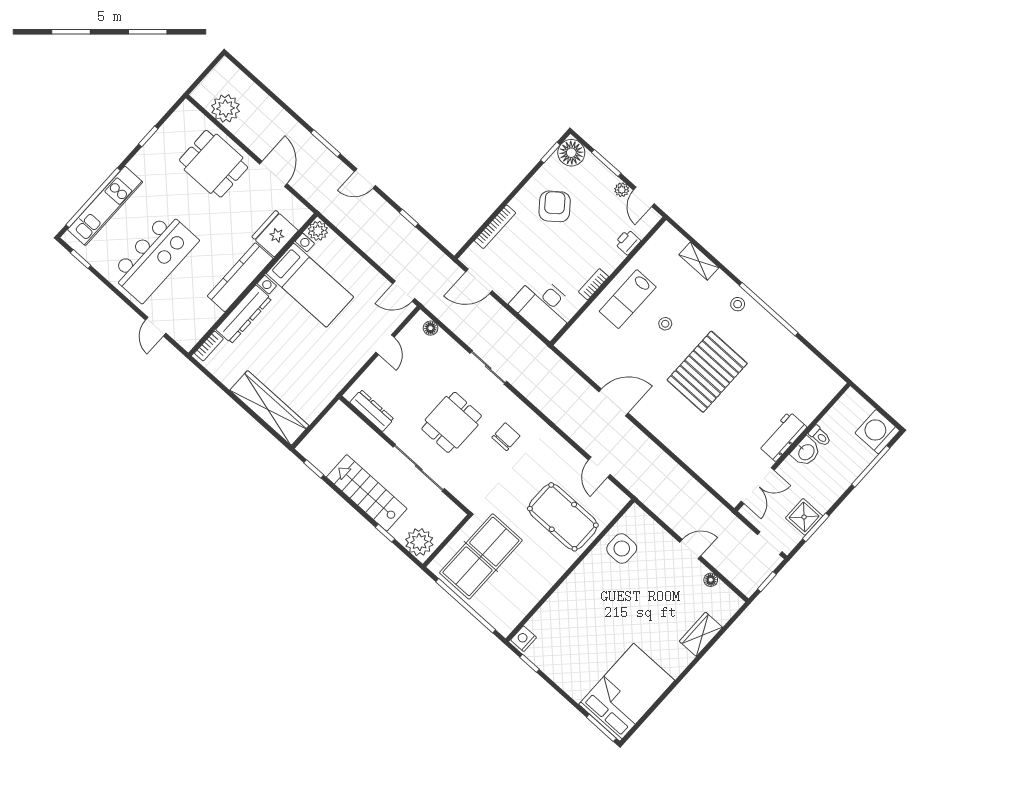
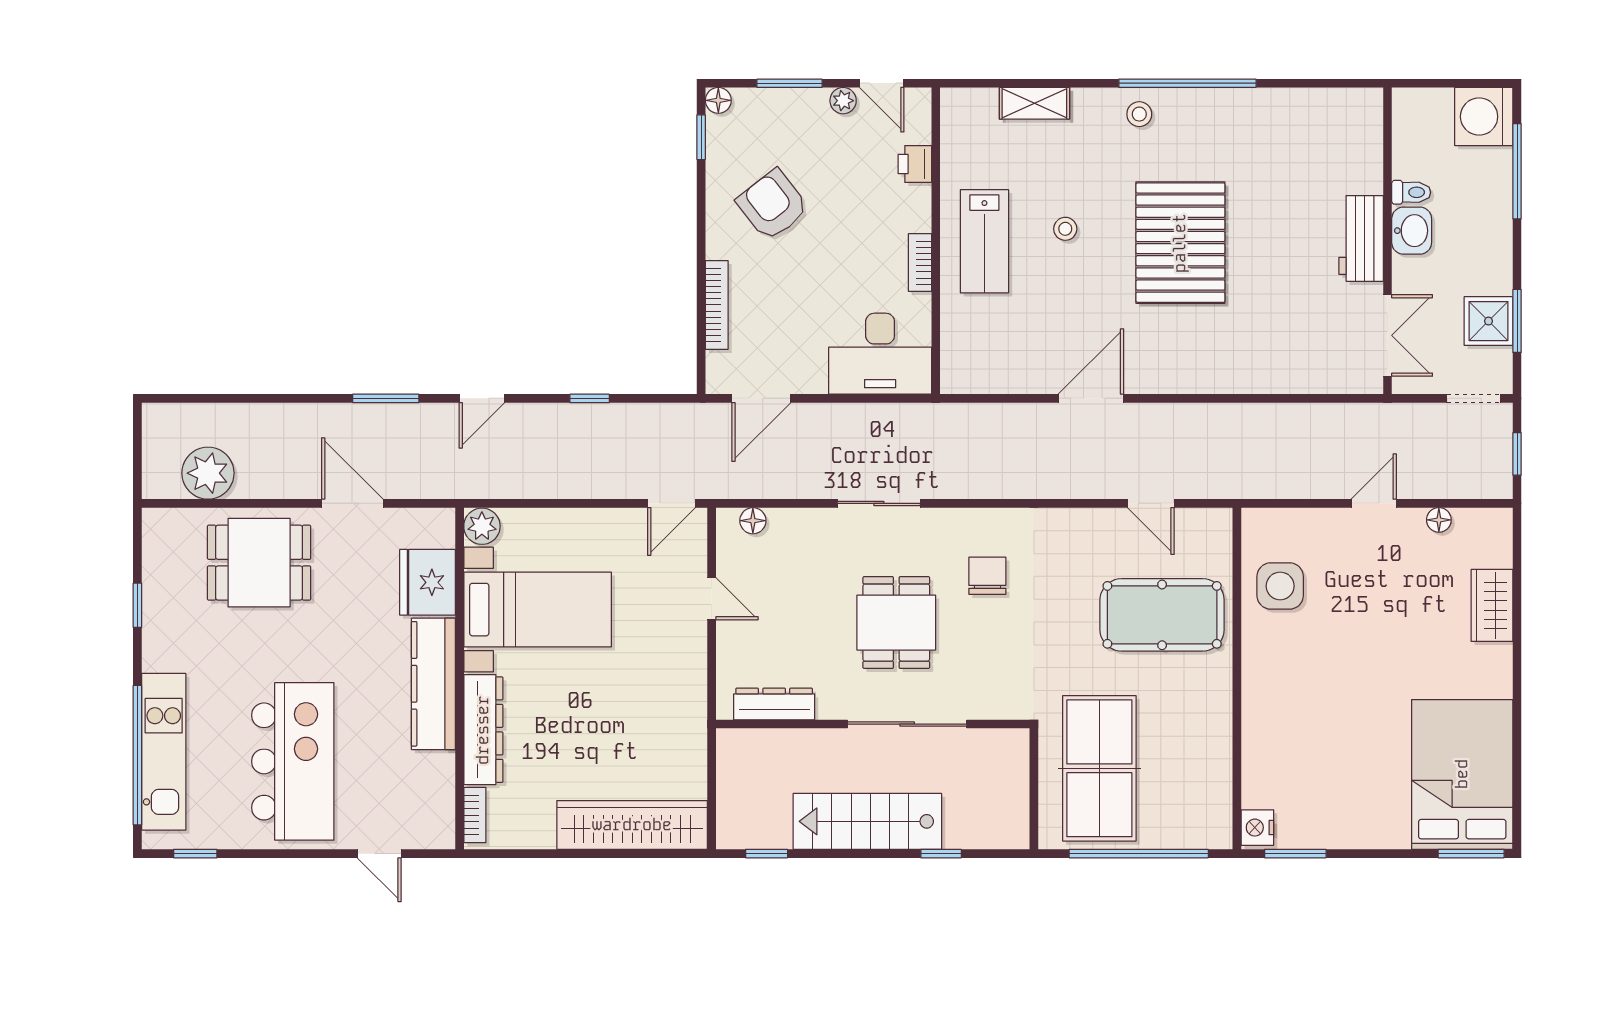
floor lamp: (571, 153) -> (718, 100), width x0.53, depth x0.53
plant: (419, 542) -> (998, 824), removed
window: (530, 663) -> (1295, 854), width x1.50

